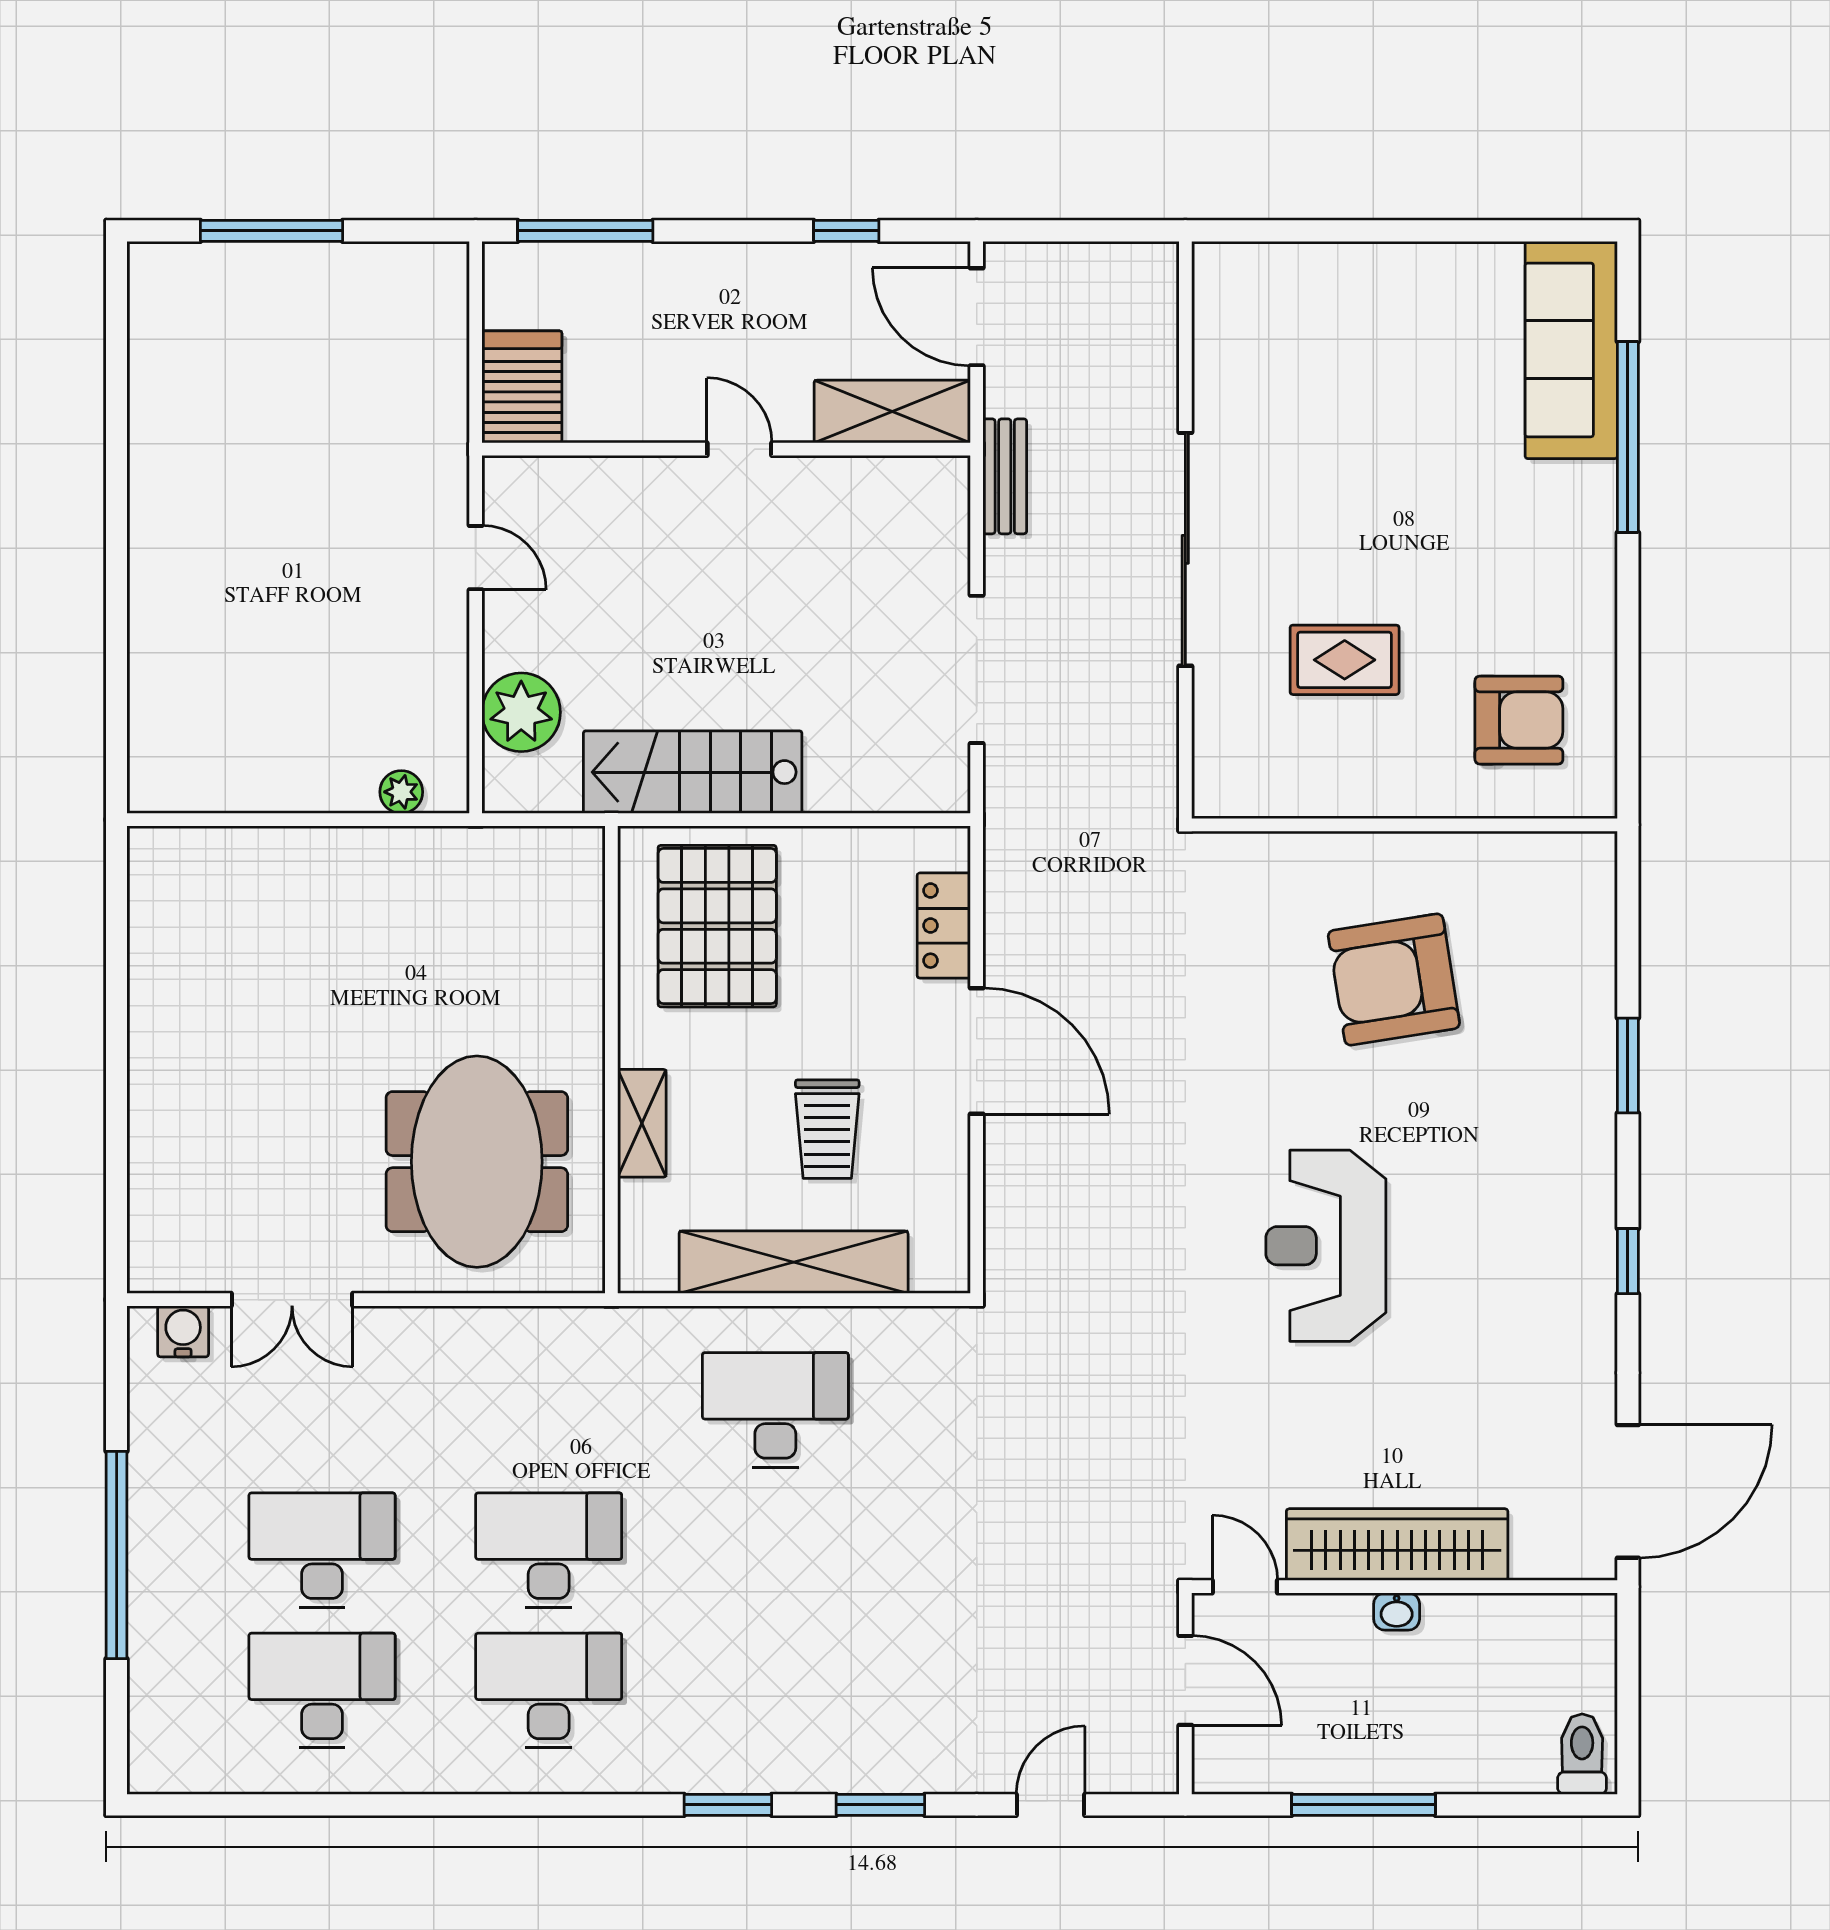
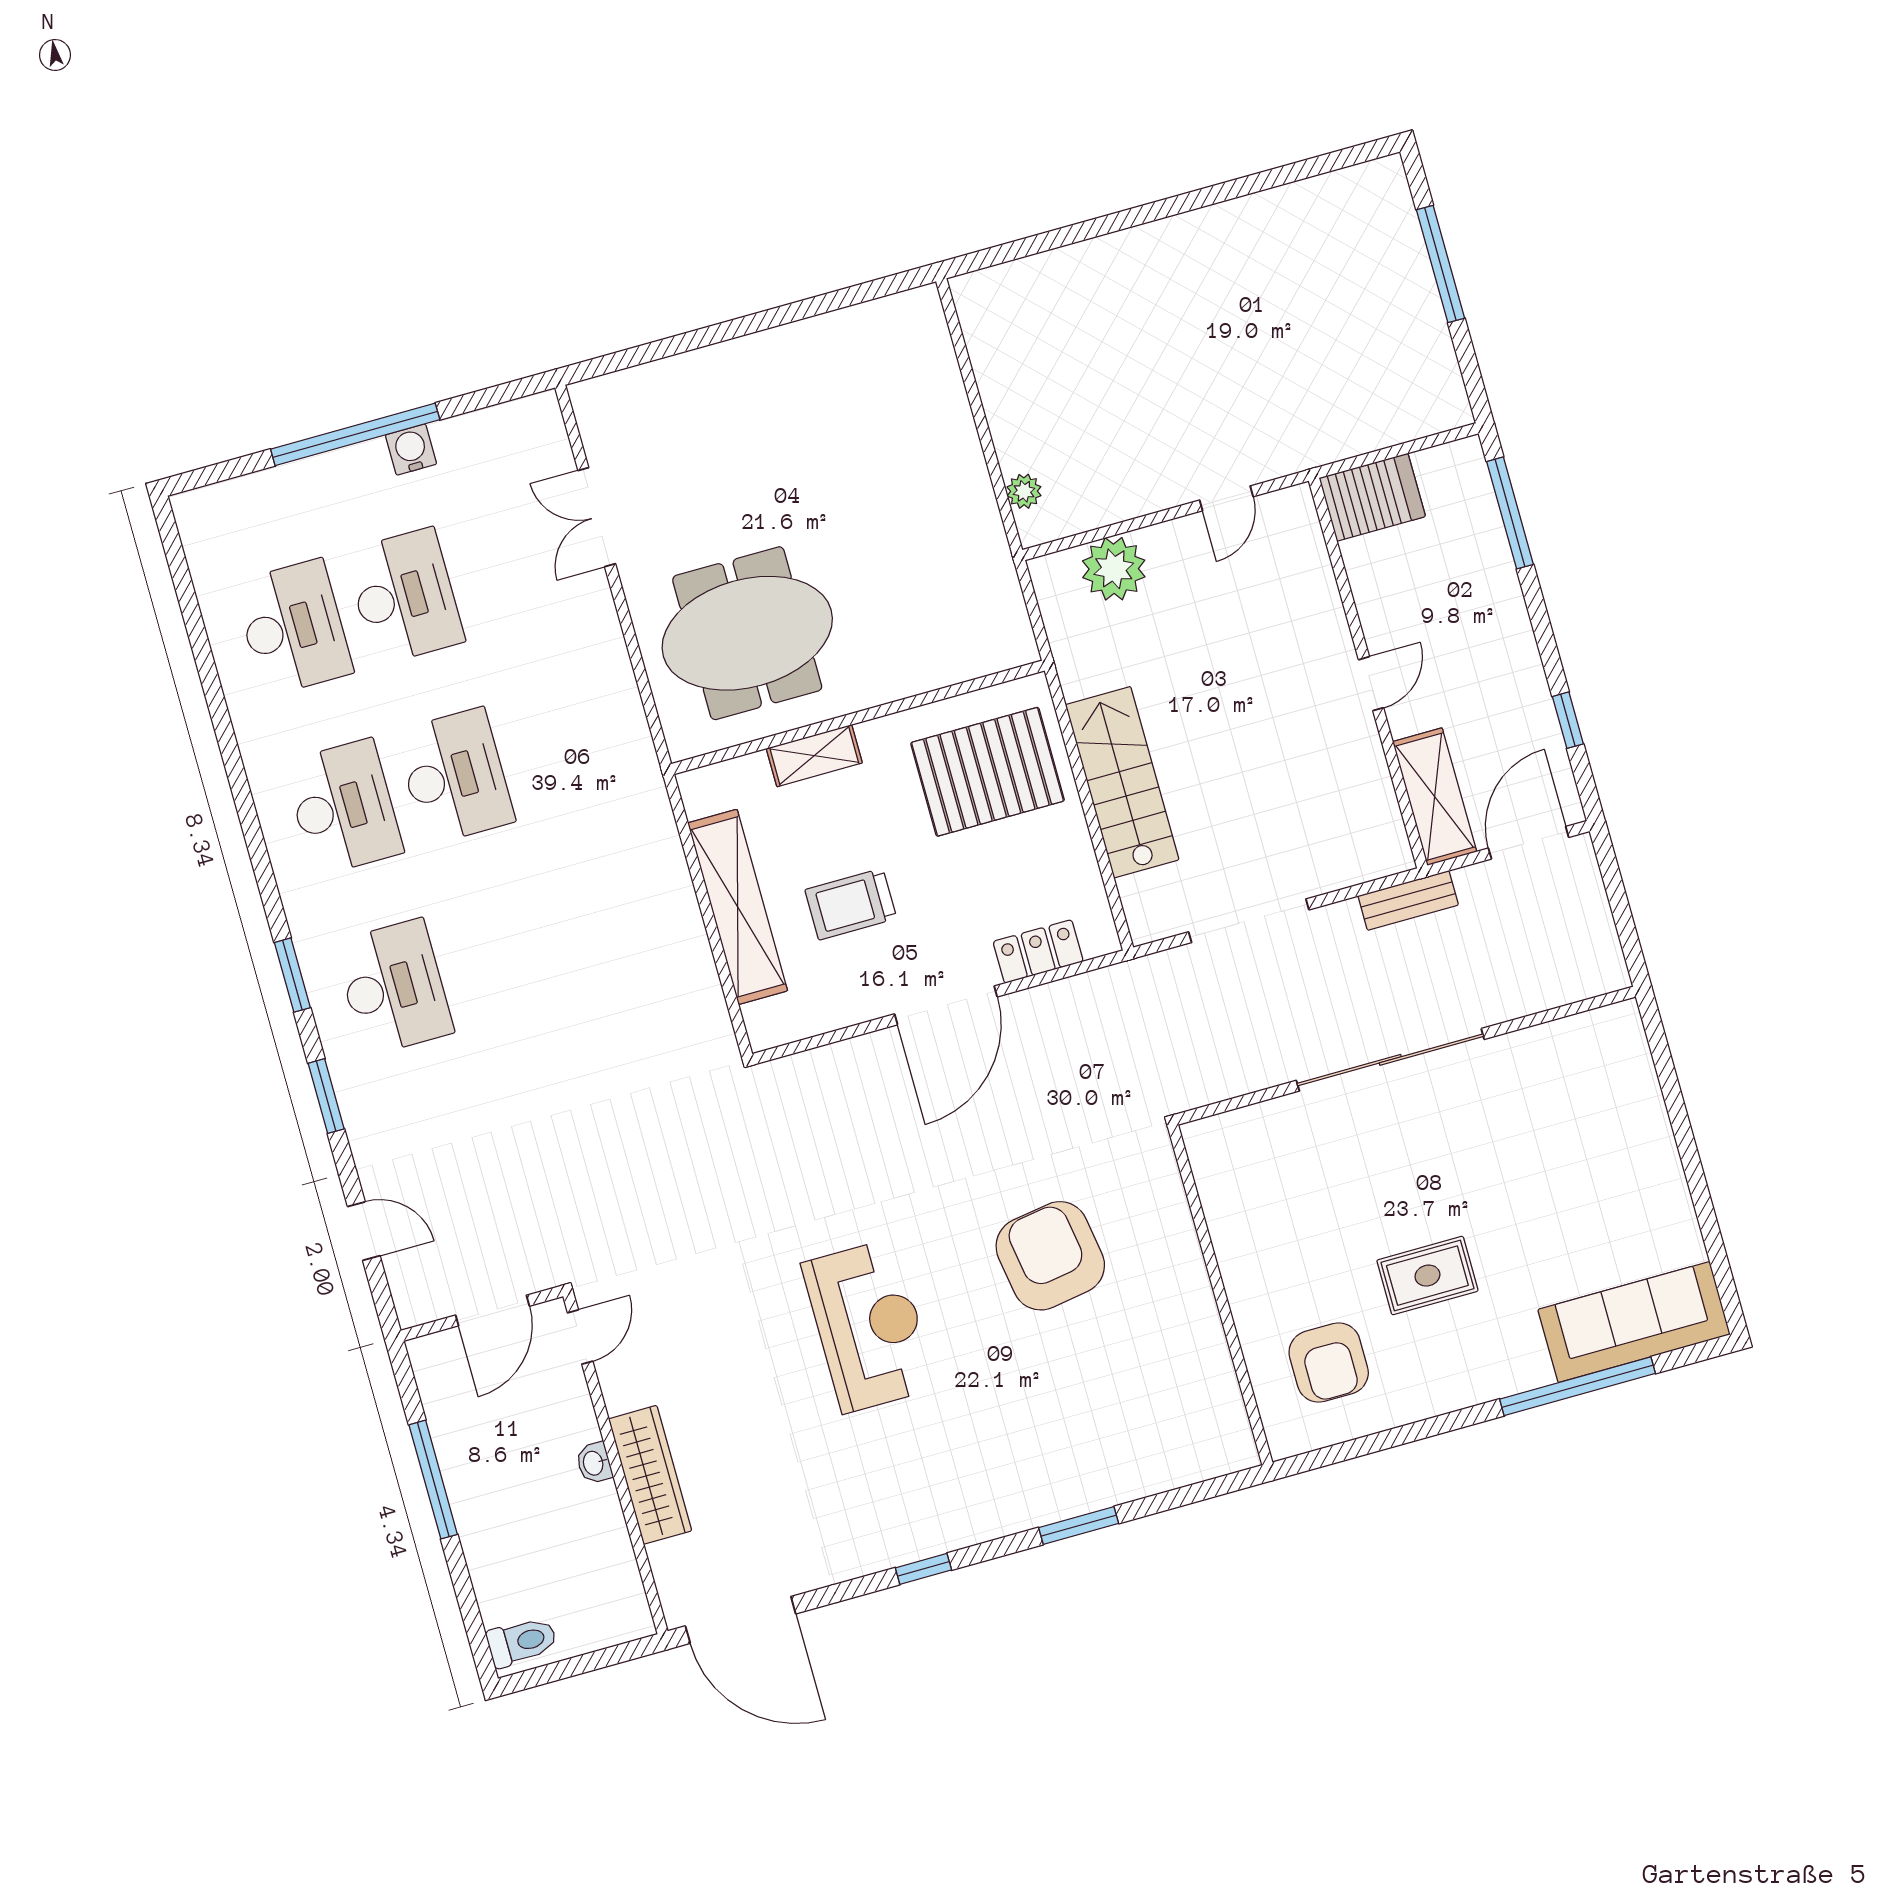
rug: (1345, 660) -> (1427, 1276), moved, turned 90
stairs: (693, 772) -> (1122, 782), moved
armchair: (1394, 980) -> (1050, 1256), moved
reception desk: (1326, 1246) -> (869, 1326), turned 90
water cooler: (183, 1331) -> (411, 450), moved, turned -90
desk: (775, 1410) -> (394, 987), moved
wardrobe: (1397, 1545) -> (650, 1475), width x0.71, depth x0.85

